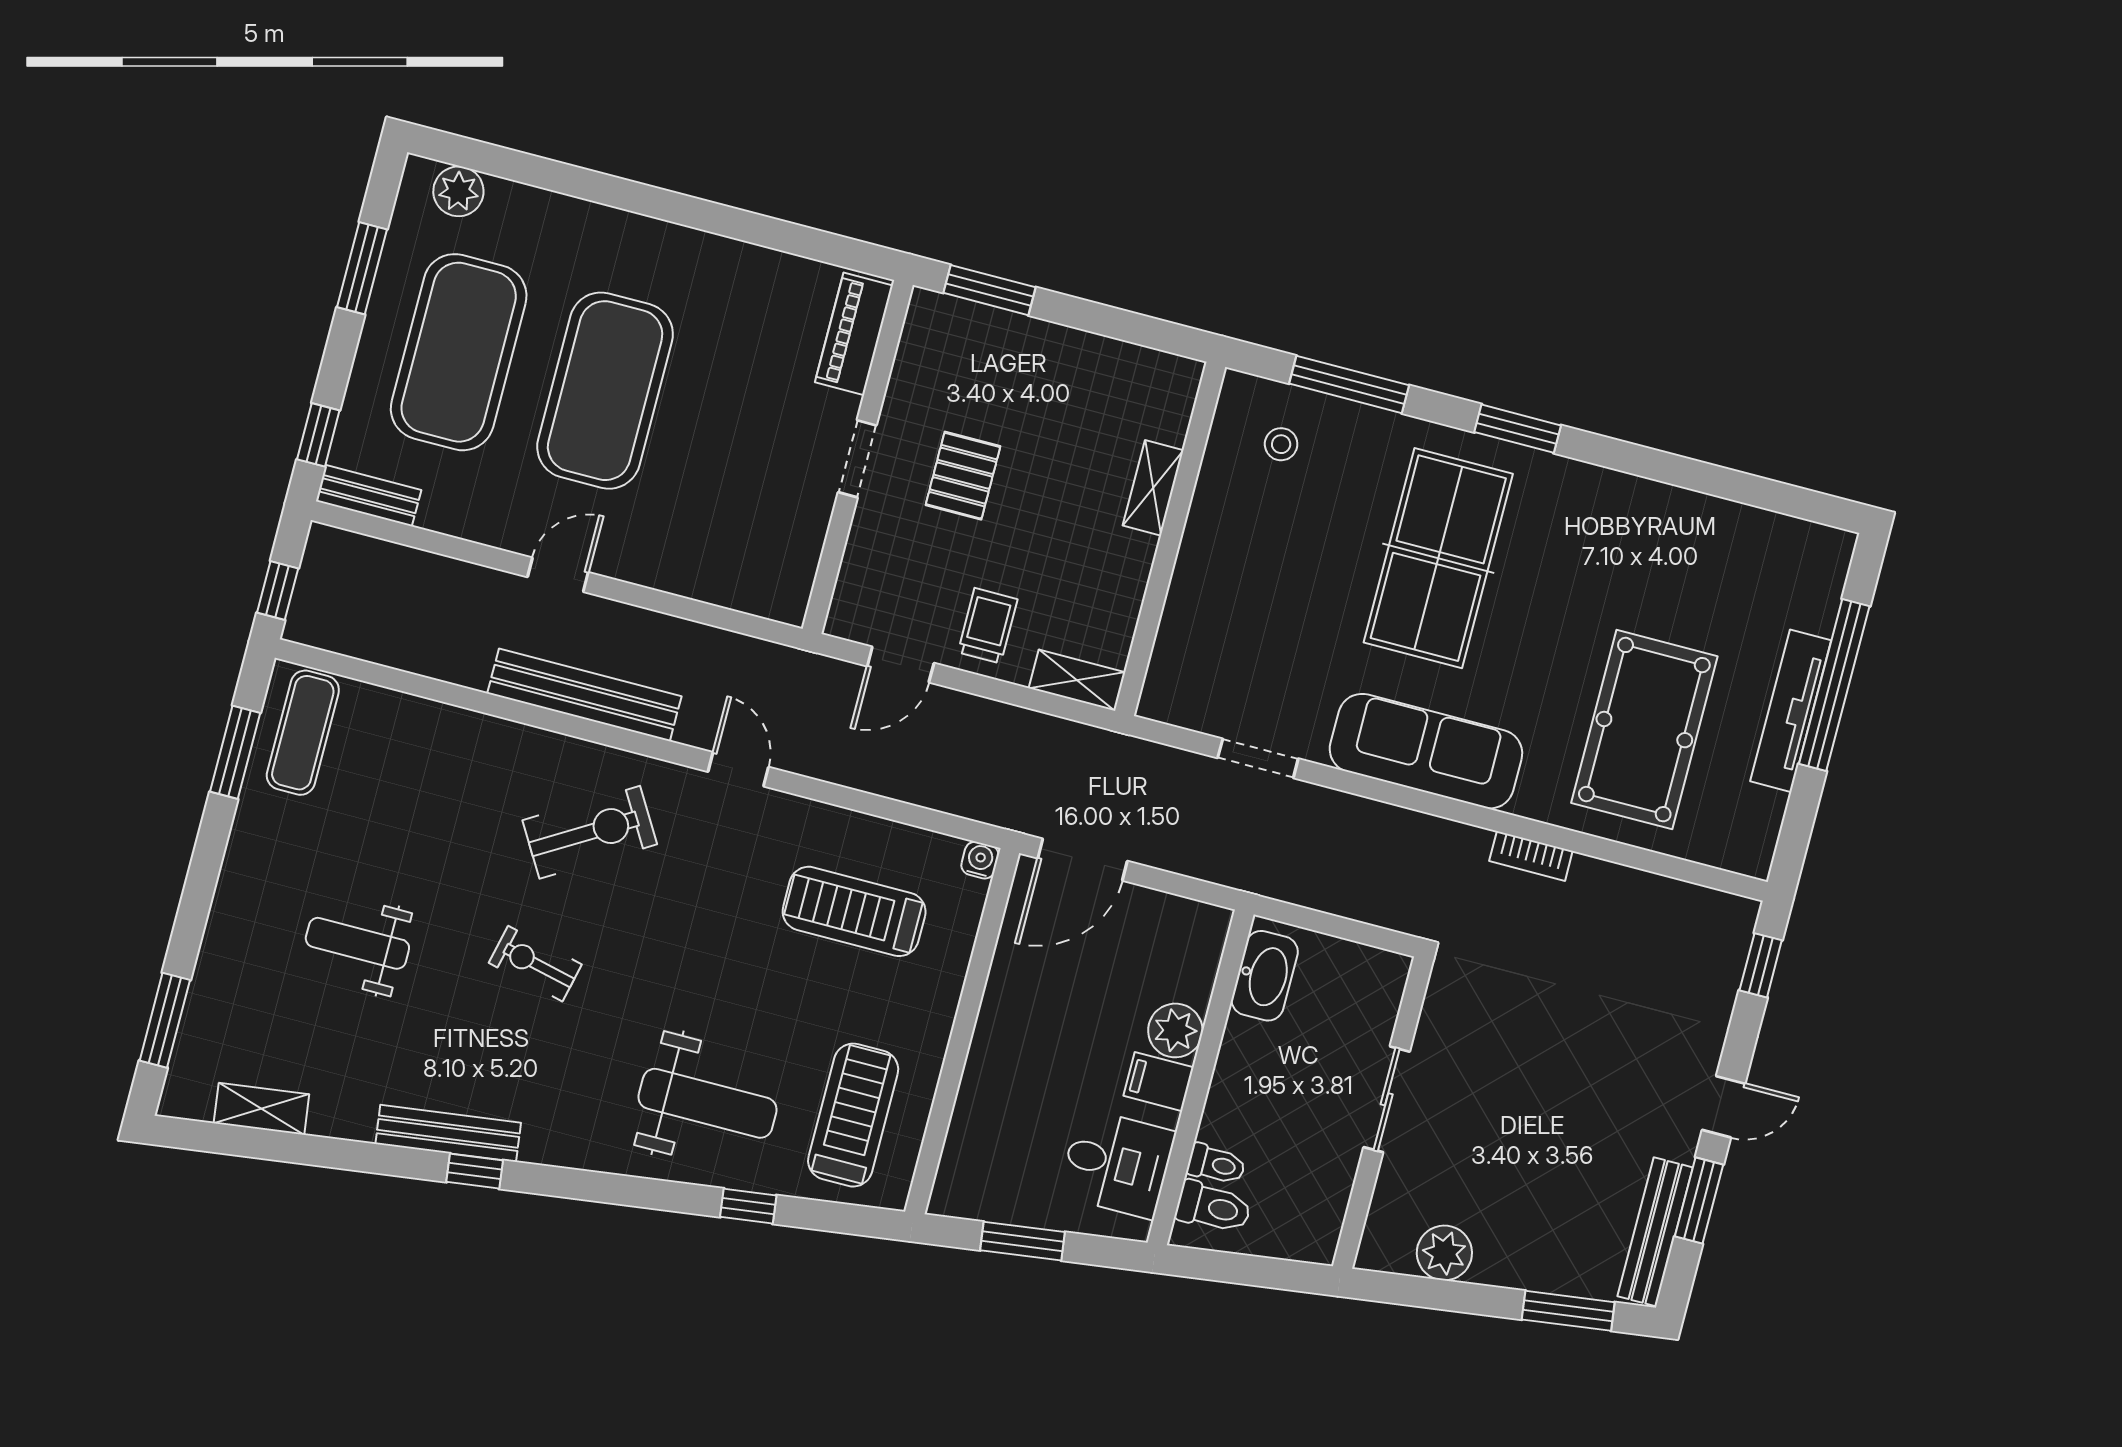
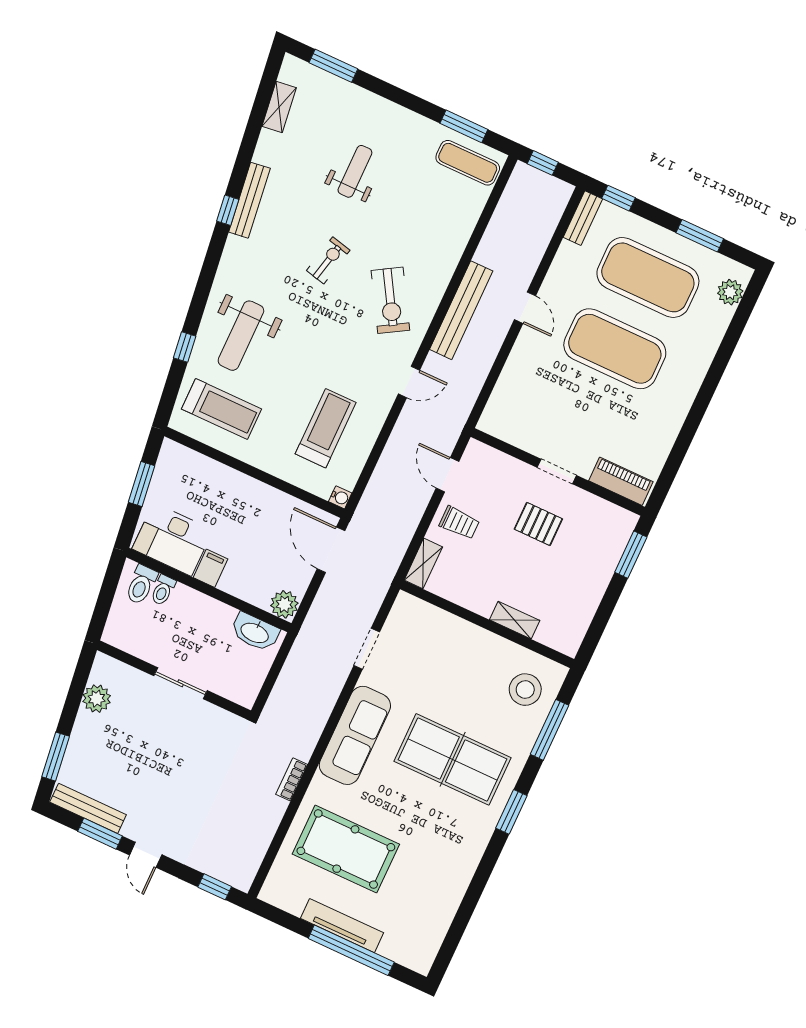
stool: (1281, 444) -> (525, 690), width x1.89, depth x1.89
plant: (1175, 1030) -> (284, 604), moved
desk: (1117, 1164) -> (172, 539), width x1.37

